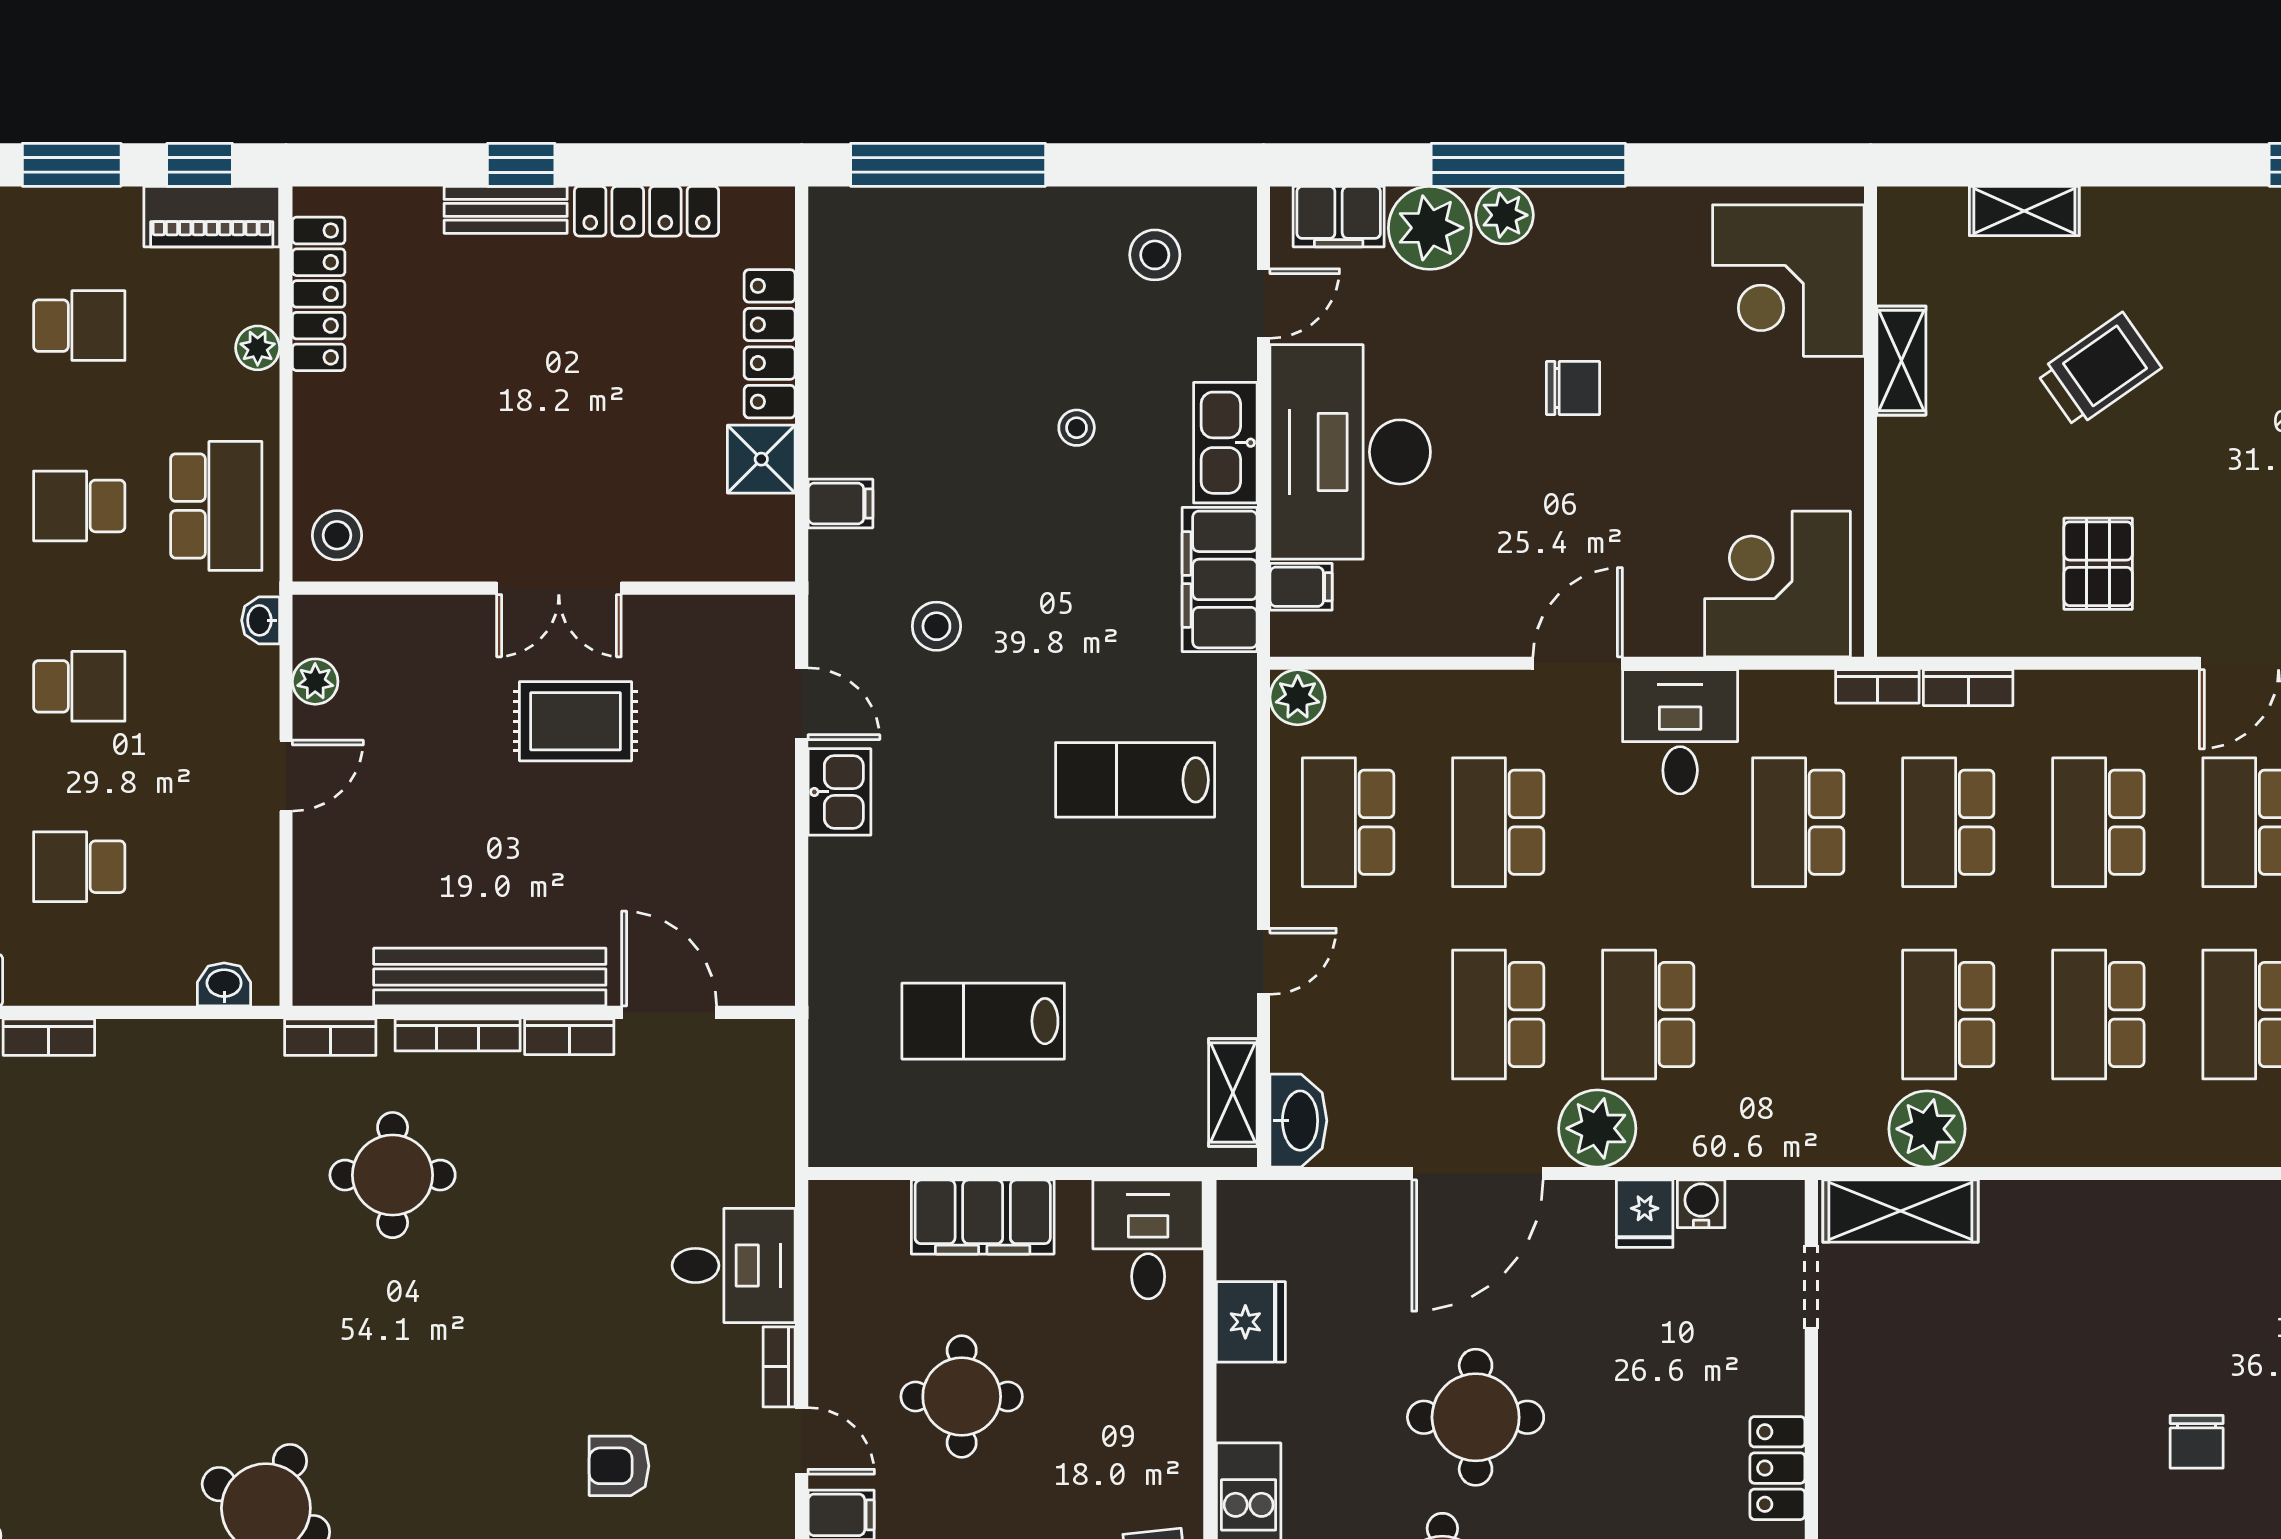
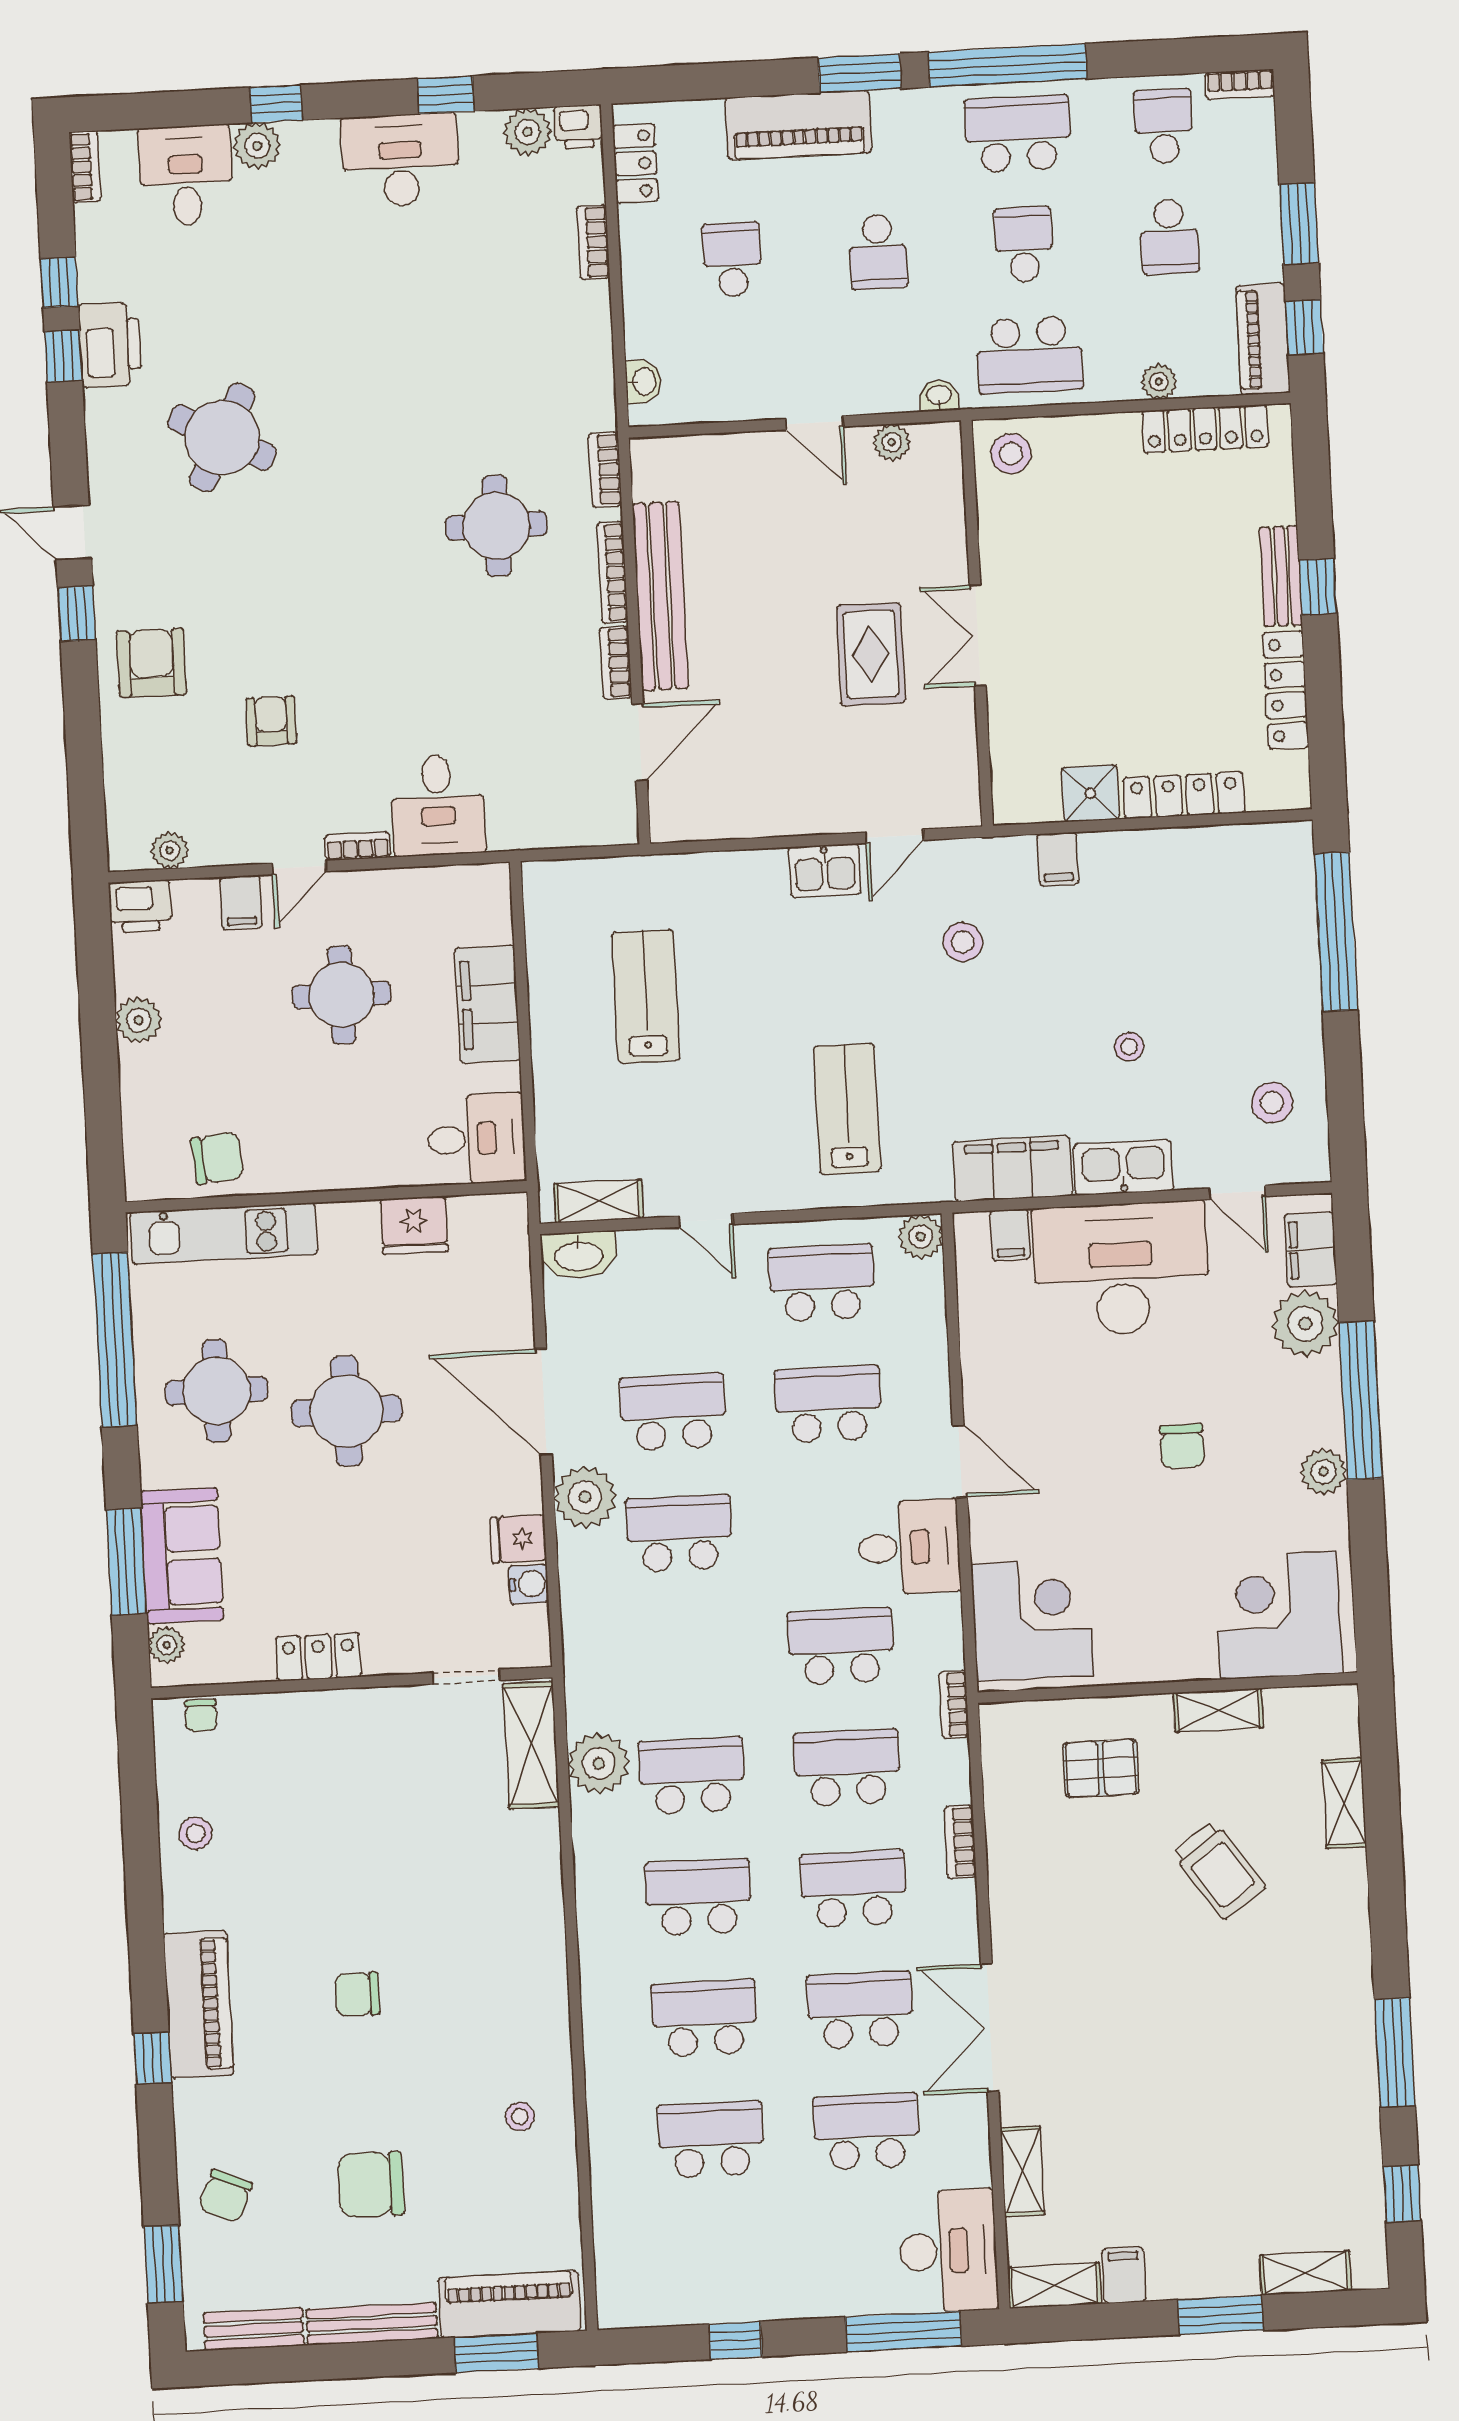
plant: (1505, 215) -> (1324, 1472), moved
pallet: (2098, 564) -> (1101, 1768), moved
bookcase: (1968, 688) -> (960, 1842), moved

